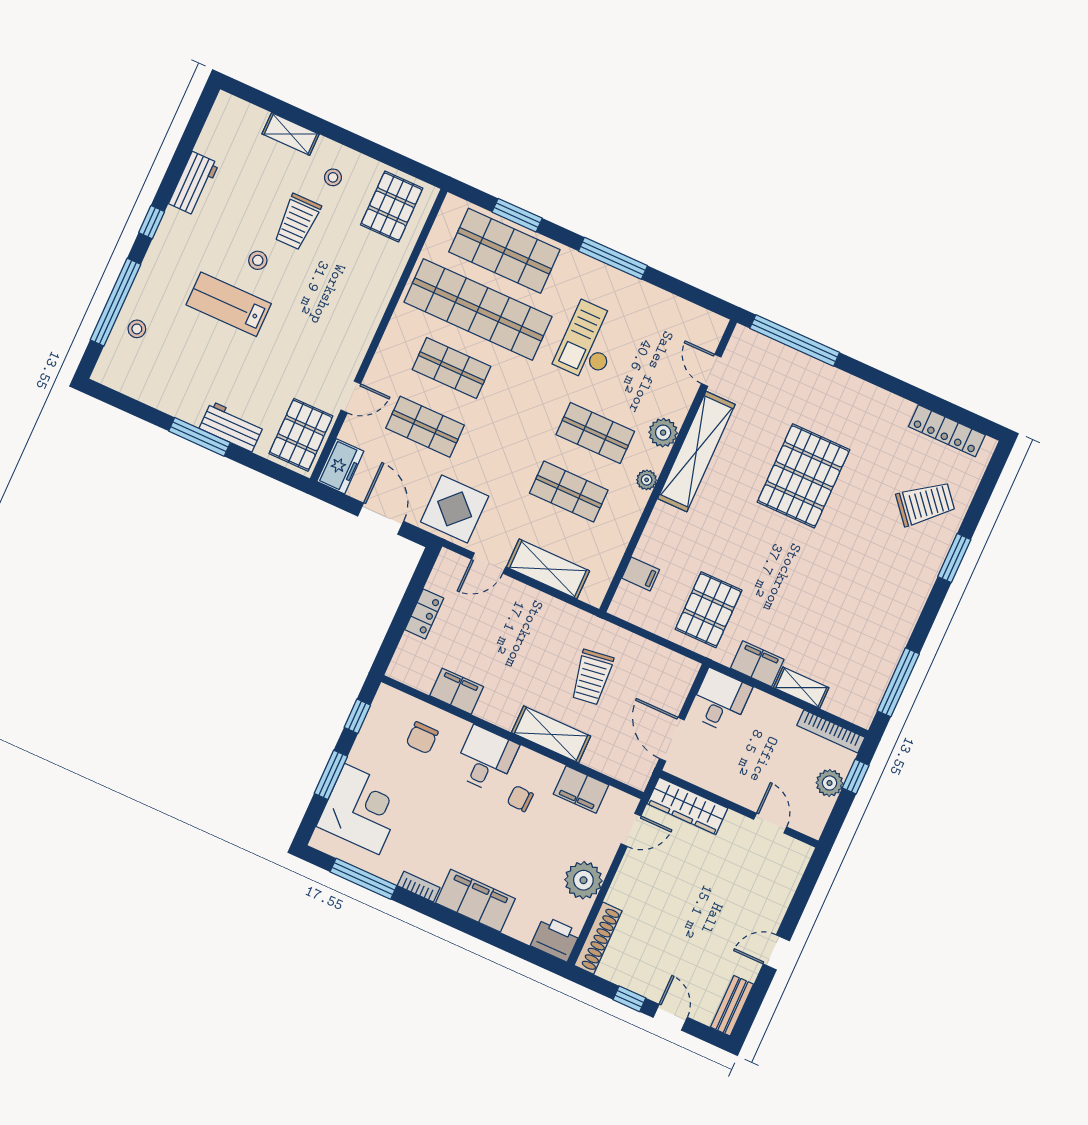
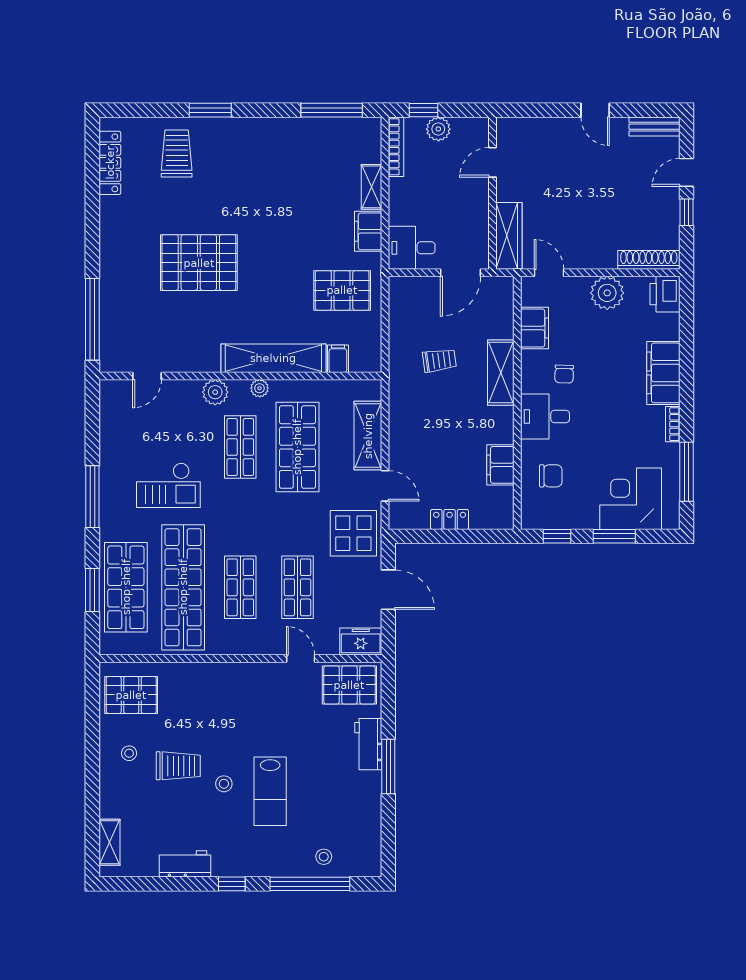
shelving: (291, 134) -> (109, 842), moved
shelving: (696, 451) -> (273, 358), moved
shop shelf: (569, 492) -> (297, 447), width x1.43, depth x1.36
trolley: (925, 504) -> (177, 154), turned 40
door: (381, 519) -> (388, 590), swing flipped
trolley: (592, 677) -> (439, 360), width x0.73, depth x0.72

